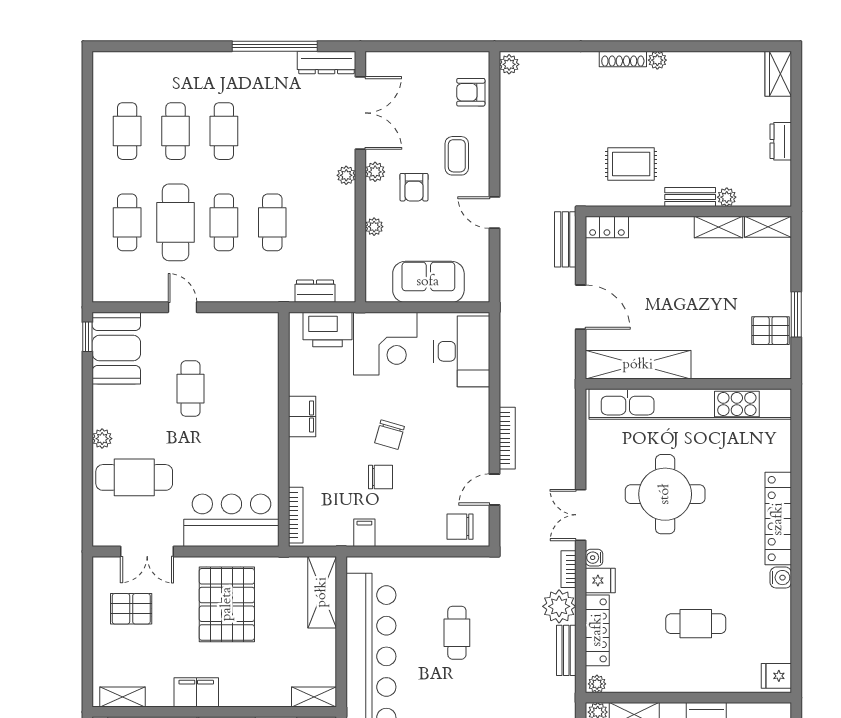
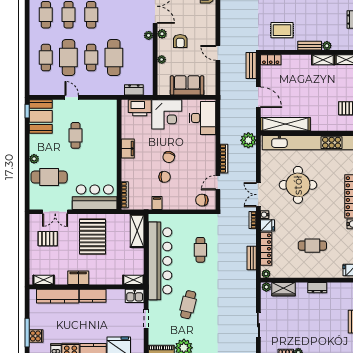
coffee table: (457, 156) -> (200, 26), removed
cafe table: (272, 222) -> (114, 58), width x1.37, depth x1.35
plant: (559, 606) -> (248, 140), moved

